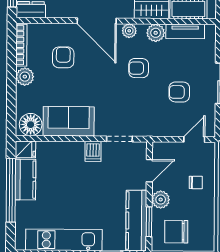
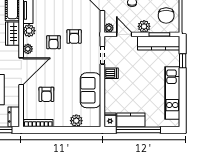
armchair: (63, 57) -> (46, 94), turned -90
plant: (25, 77) -> (76, 121), moved
armchair: (179, 92) -> (74, 36), moved
floor lamp: (31, 125) -> (93, 116), removed
plant: (159, 149) -> (109, 28), added

